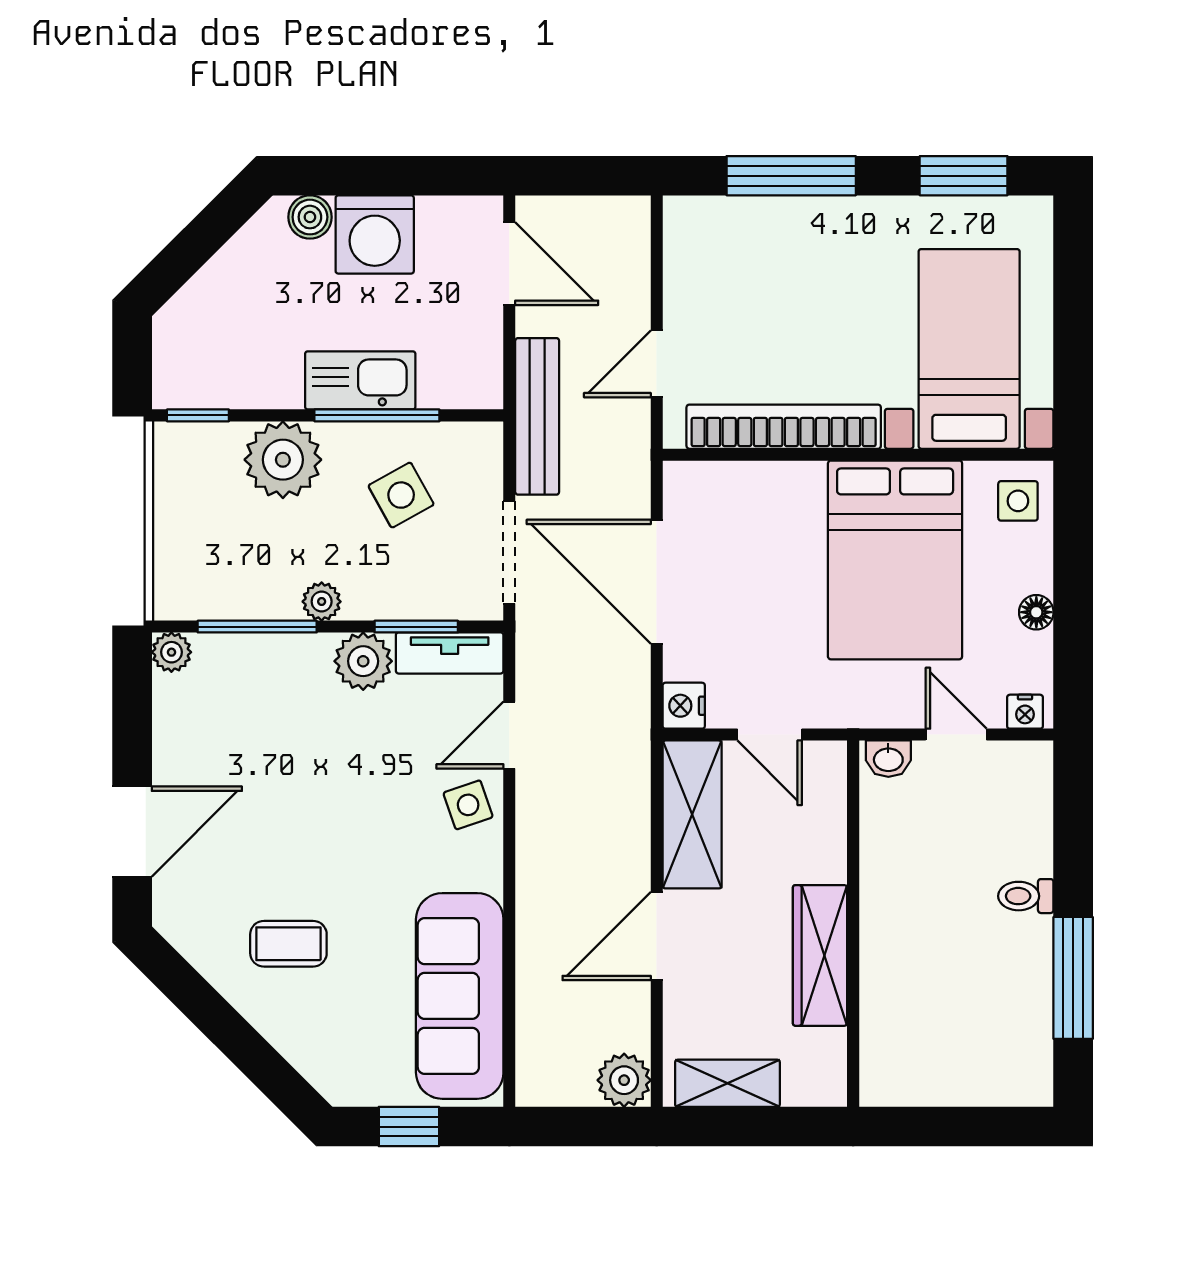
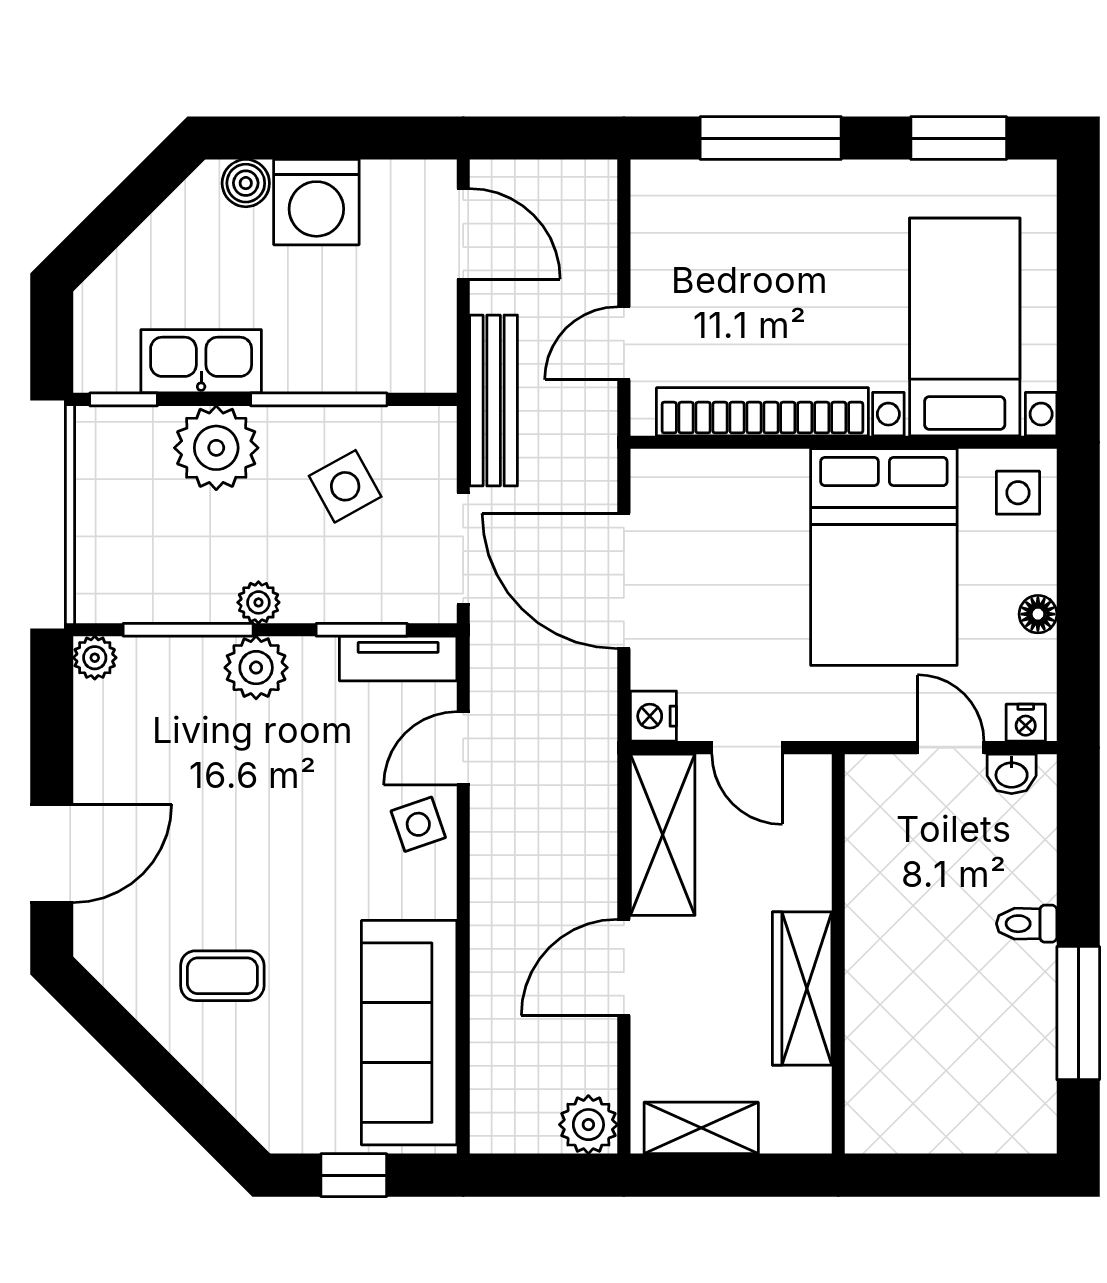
kitchen sink: (360, 380) -> (201, 361), moved
plant: (363, 661) -> (256, 668), moved
washbasin: (888, 759) -> (1012, 774), moved

